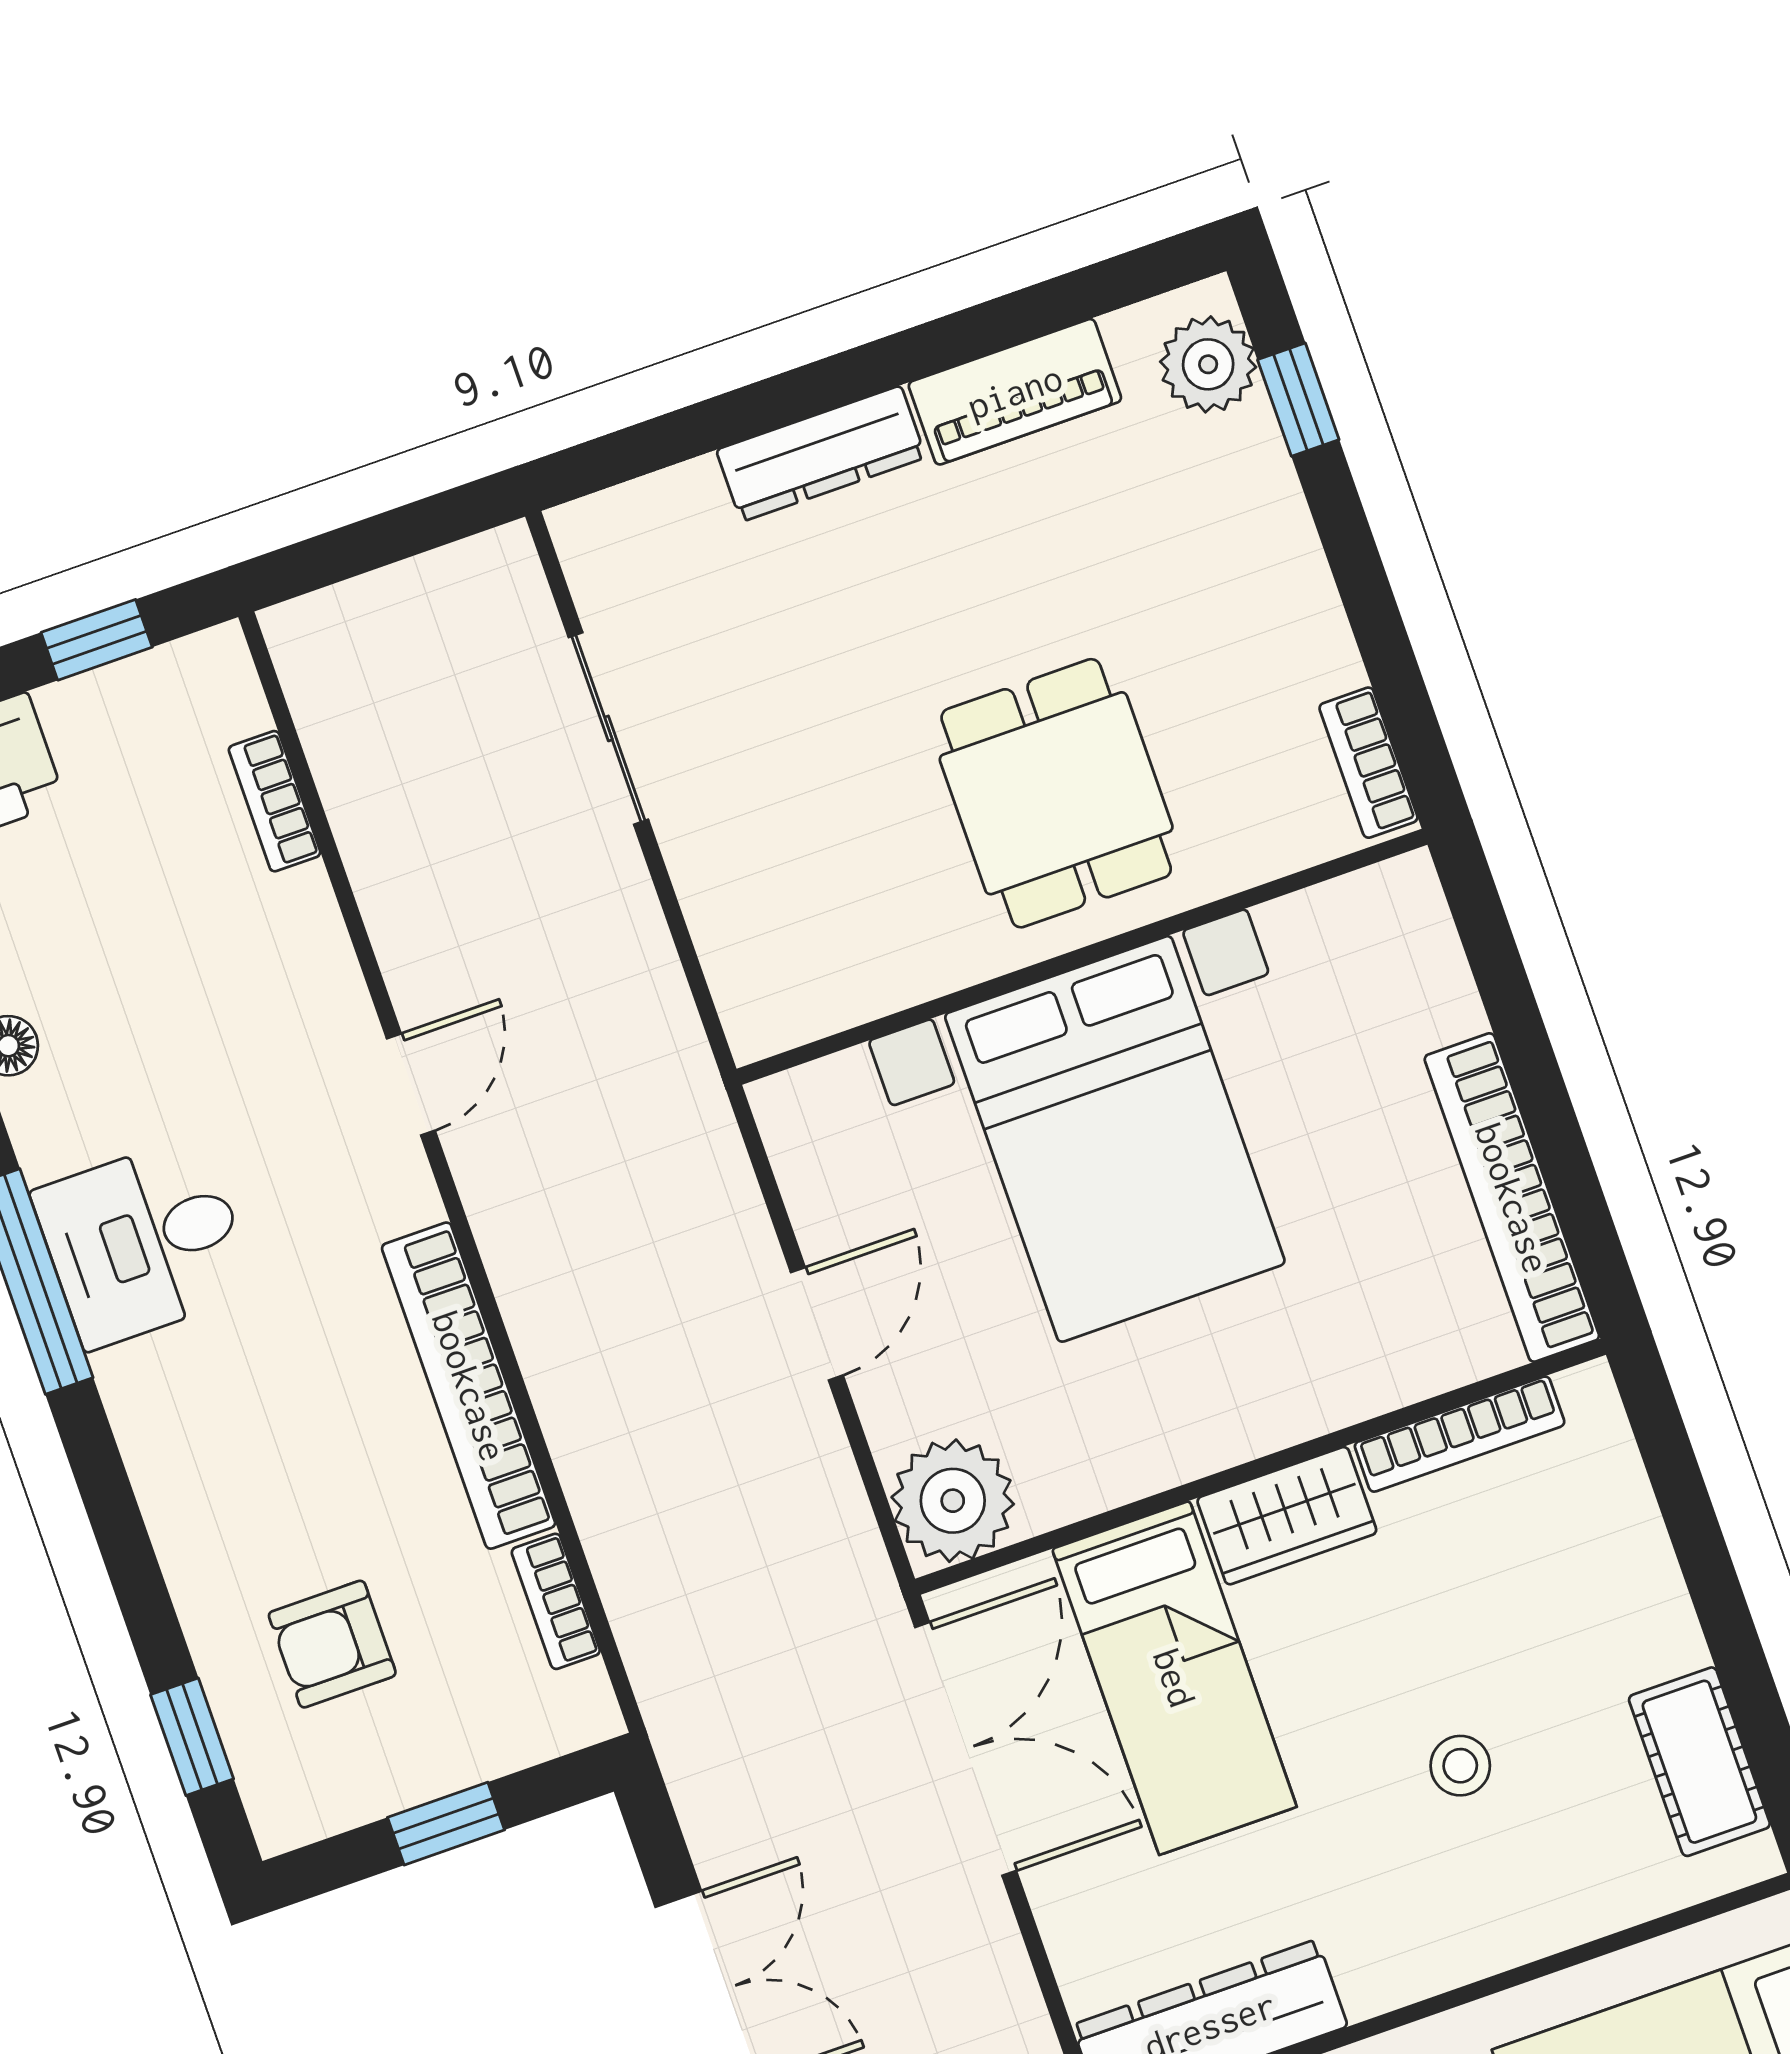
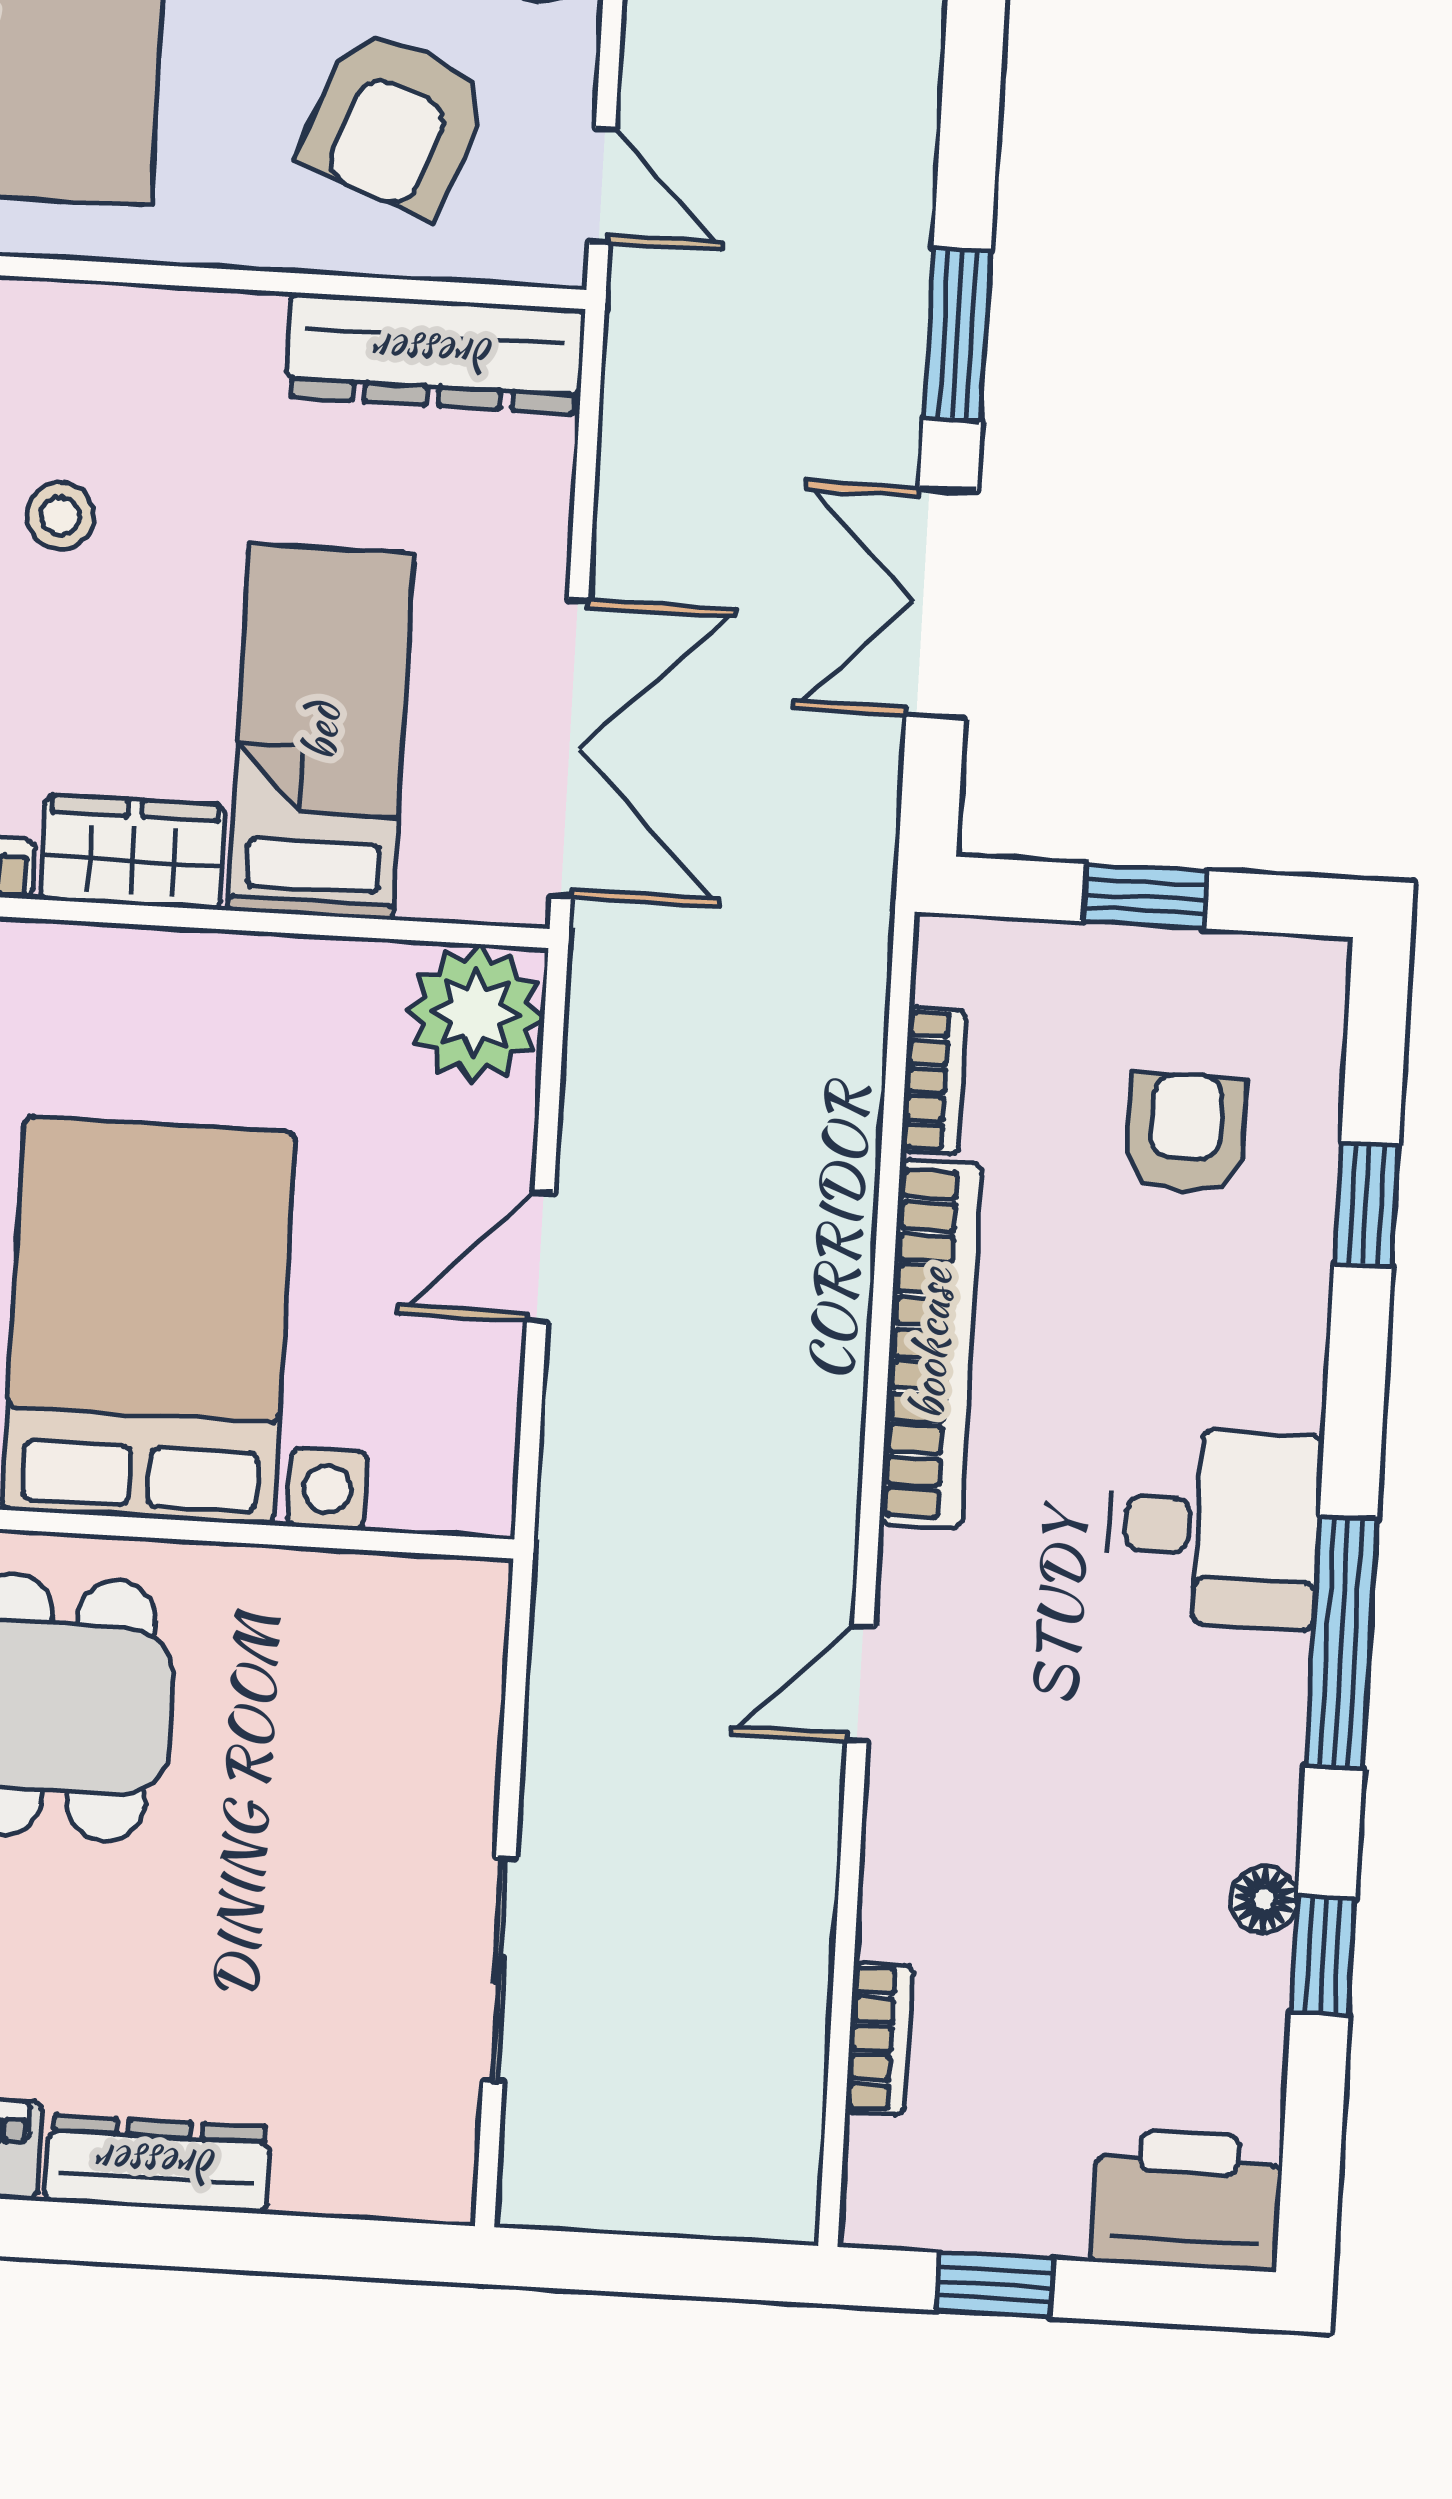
desk: (144, 1242) -> (1214, 1528), moved
armchair: (332, 1644) -> (1186, 1133), turned -90
window: (192, 1737) -> (1366, 1204), moved
double door: (966, 1749) -> (570, 748), swing flipped

